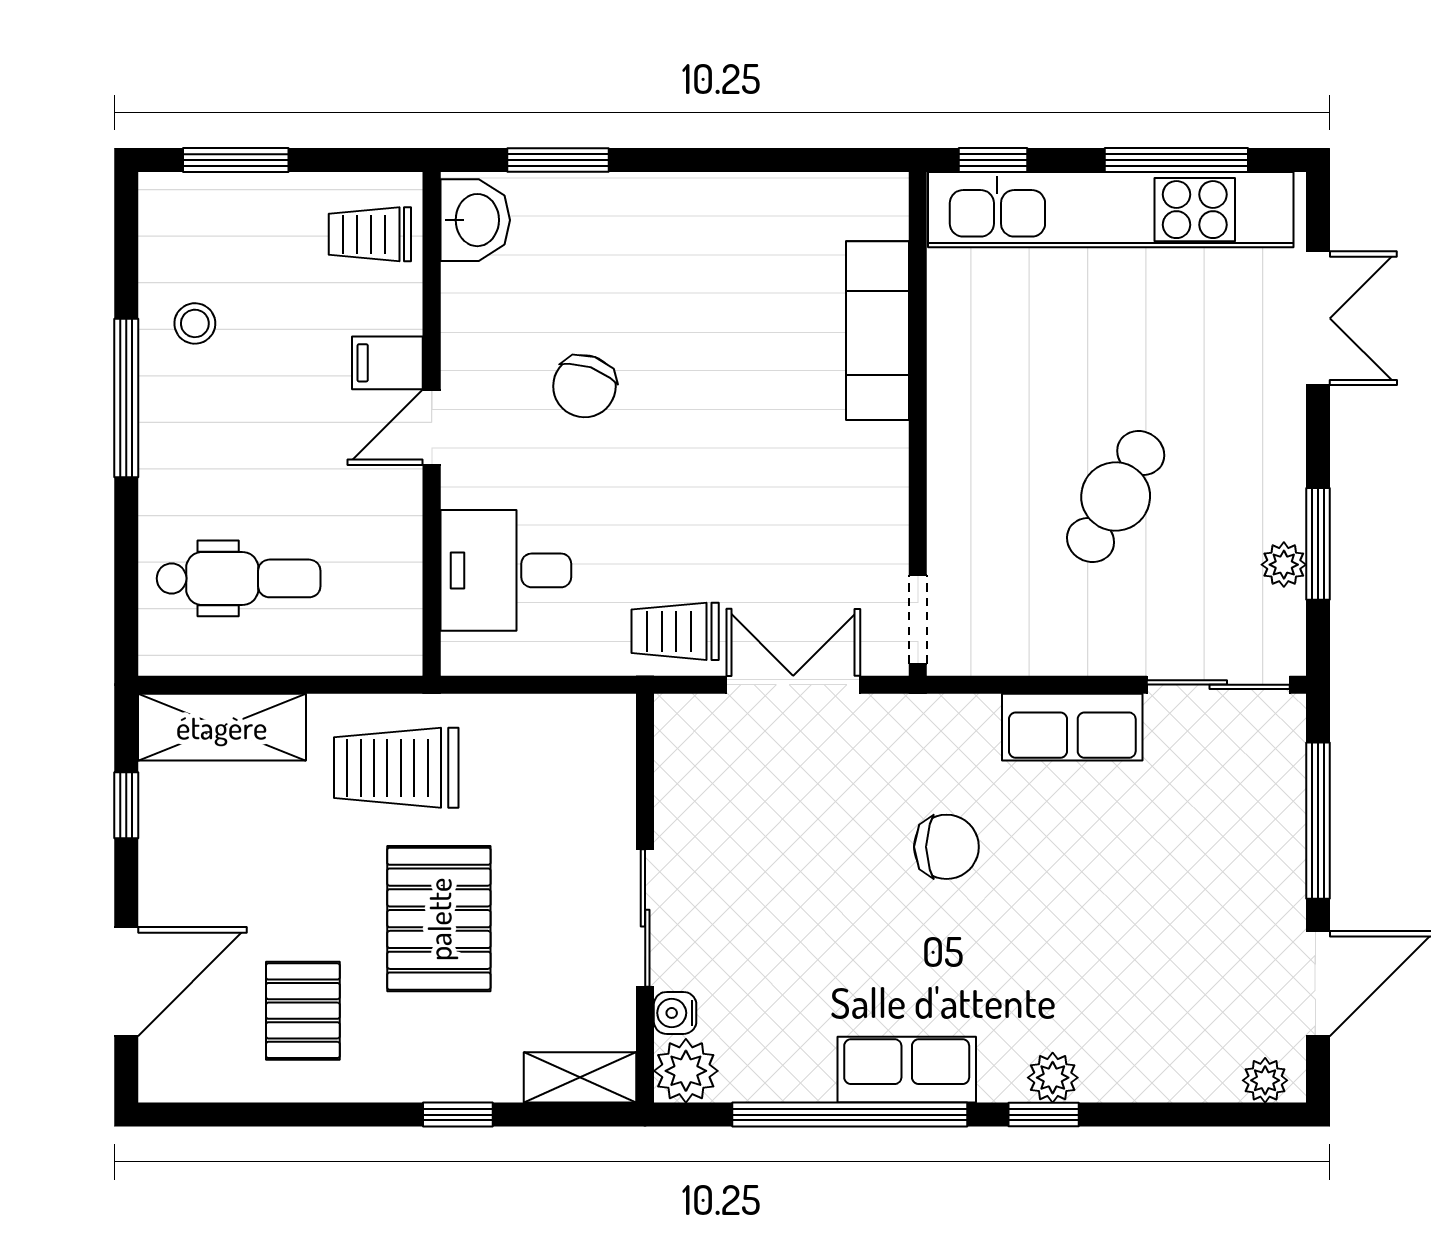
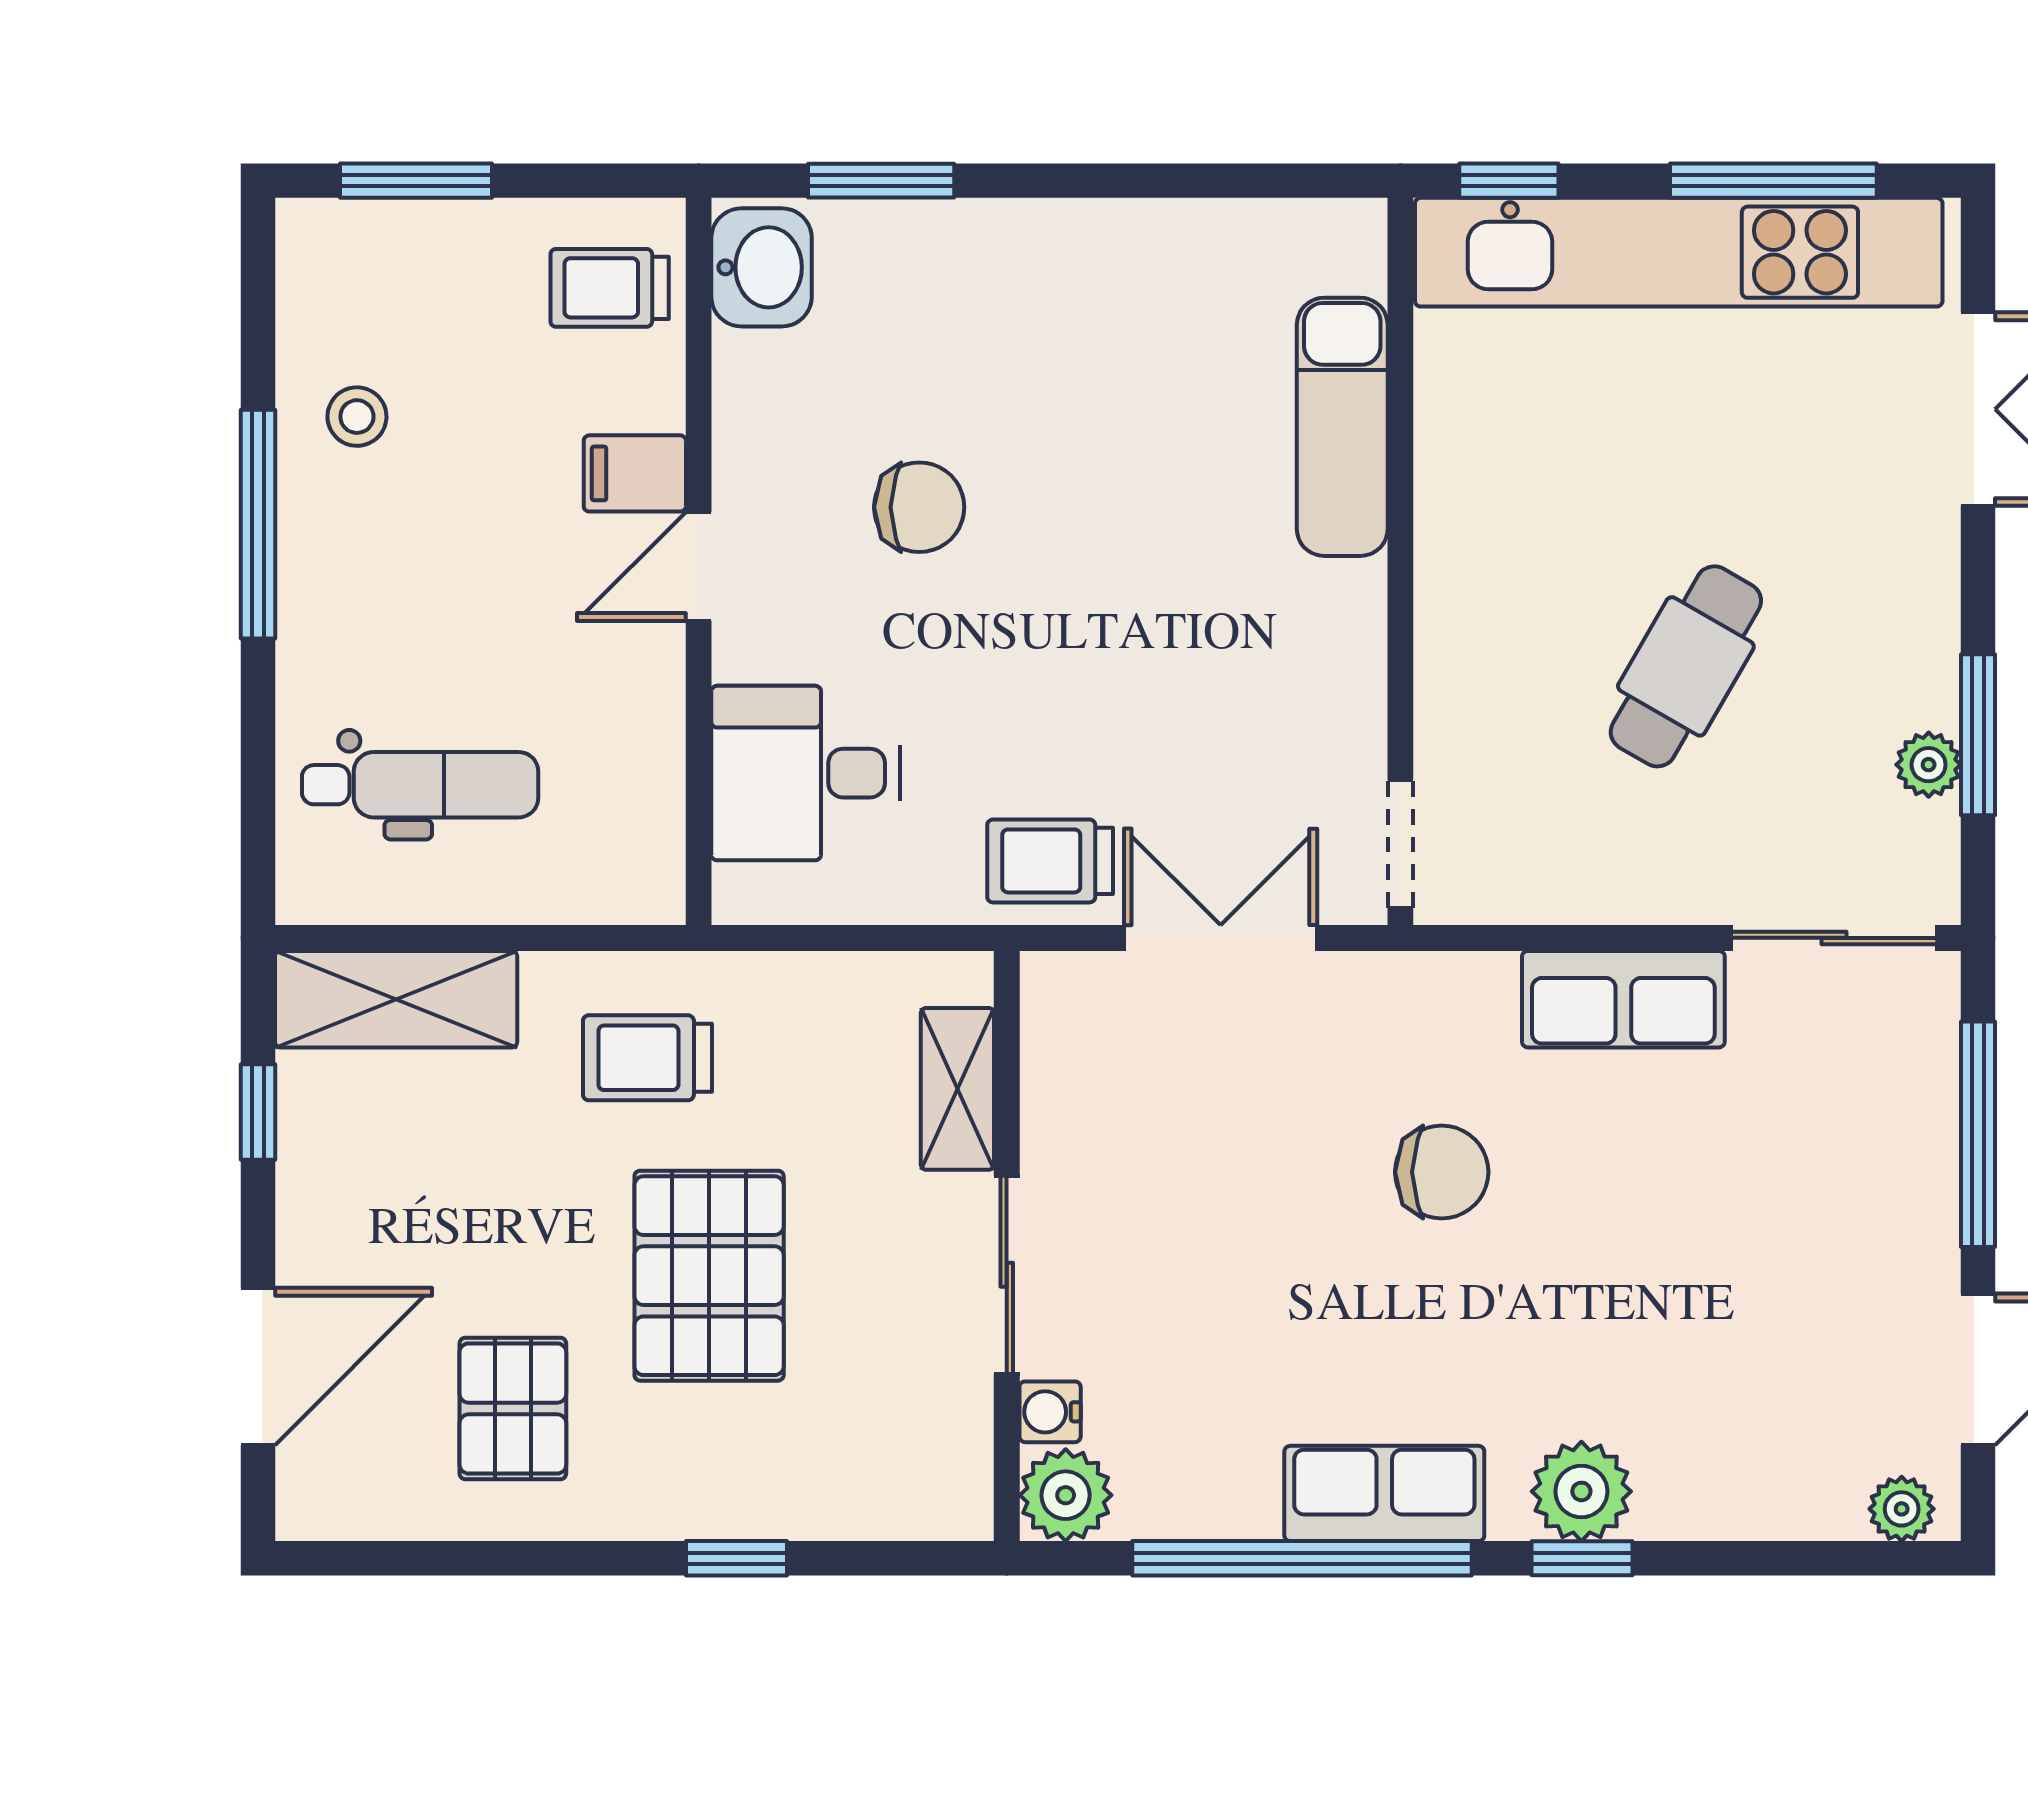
chair: (584, 386) -> (919, 507), turned -109
trolley: (396, 768) -> (647, 1058), width x0.73, depth x0.72
shelving: (580, 1077) -> (957, 1089), moved, turned 90
plant: (1053, 1078) -> (1581, 1491), width x1.38, depth x1.38

